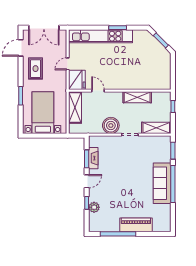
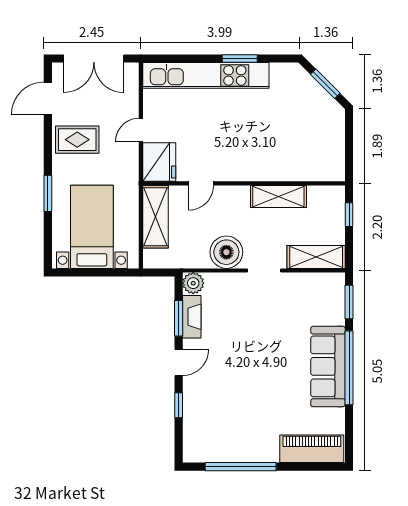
rug: (36, 69) -> (77, 140), turned 90
door: (98, 91) -> (201, 183), swing flipped
plant: (94, 207) -> (193, 283), moved
piano: (136, 225) -> (312, 449), moved

